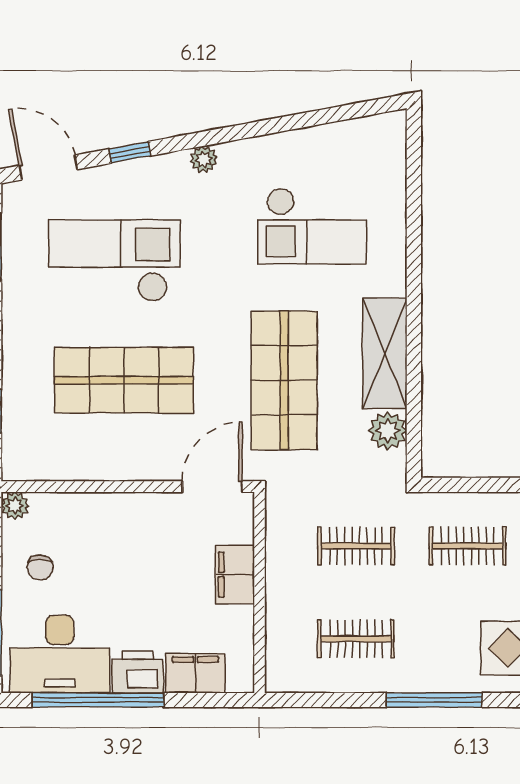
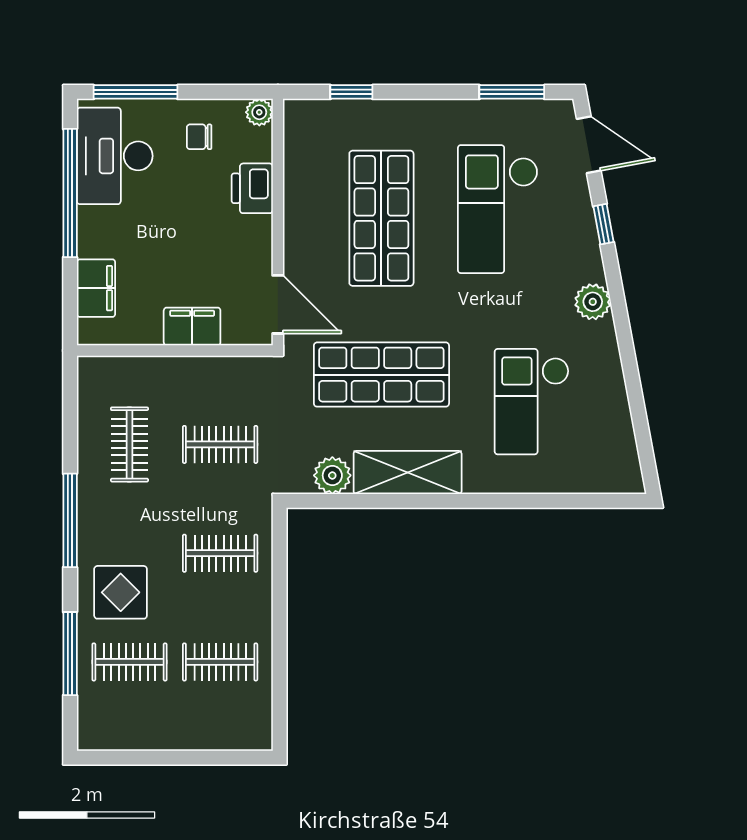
plant: (204, 159) -> (593, 302), width x1.38, depth x1.38
door: (48, 167) -> (589, 145), hinge flipped
checkout: (114, 261) -> (498, 209), turned 180
clothes rail: (356, 546) -> (220, 444), turned 90
clothes rail: (468, 546) -> (220, 553), turned 90
printer: (138, 672) -> (252, 188), moved, turned 180

